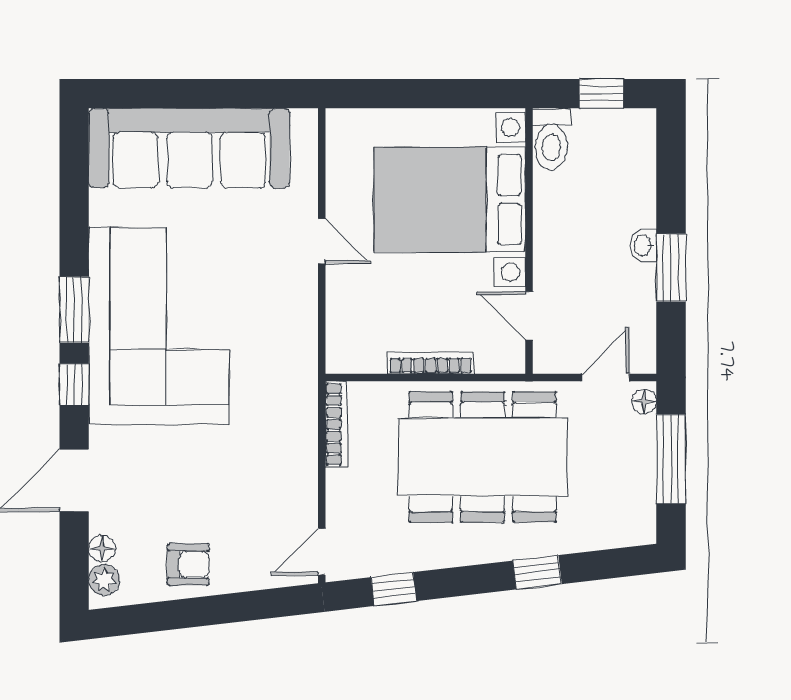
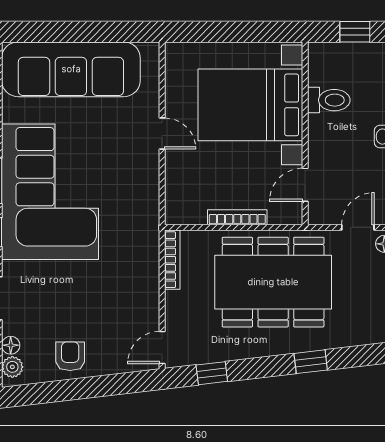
toilet: (551, 139) -> (329, 100), moved, turned -90
door: (529, 316) -> (305, 185), hinge flipped
armchair: (188, 564) -> (70, 356), turned -90

